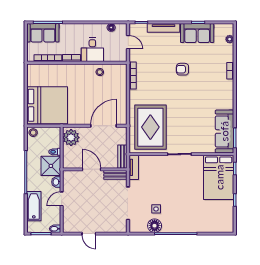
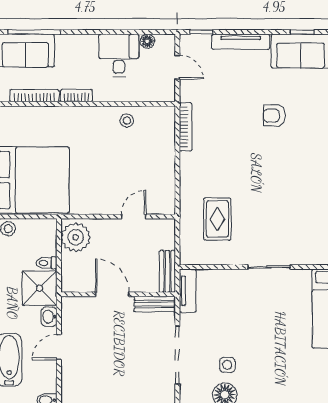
desk: (92, 50) -> (119, 55), moved, turned 180
door: (104, 126) -> (134, 217), width x0.53
rug: (150, 127) -> (217, 219), width x0.54, depth x0.49

